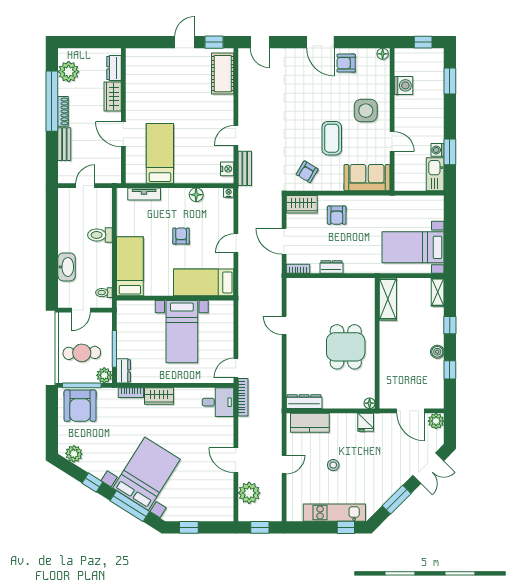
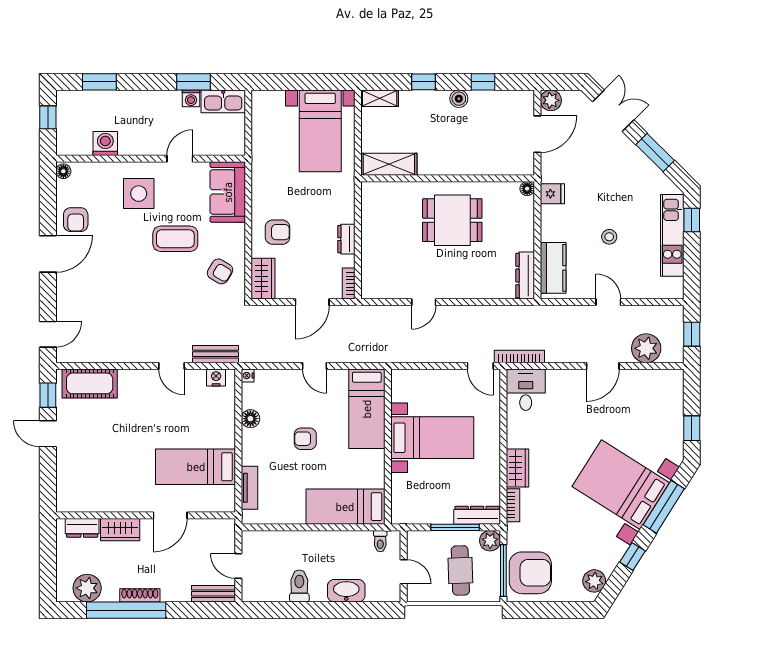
bench: (64, 144) -> (213, 594), moved
toilet: (100, 235) -> (299, 586), moved, turned 180
dresser: (123, 371) -> (477, 515), width x1.44

